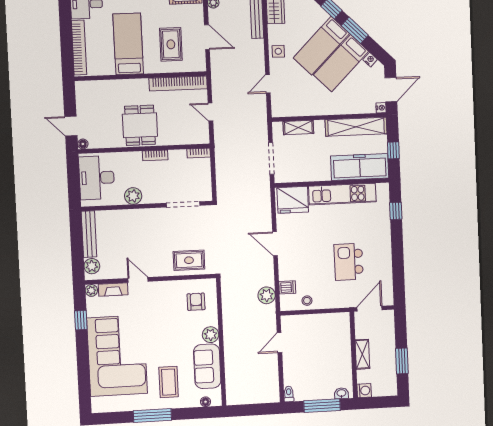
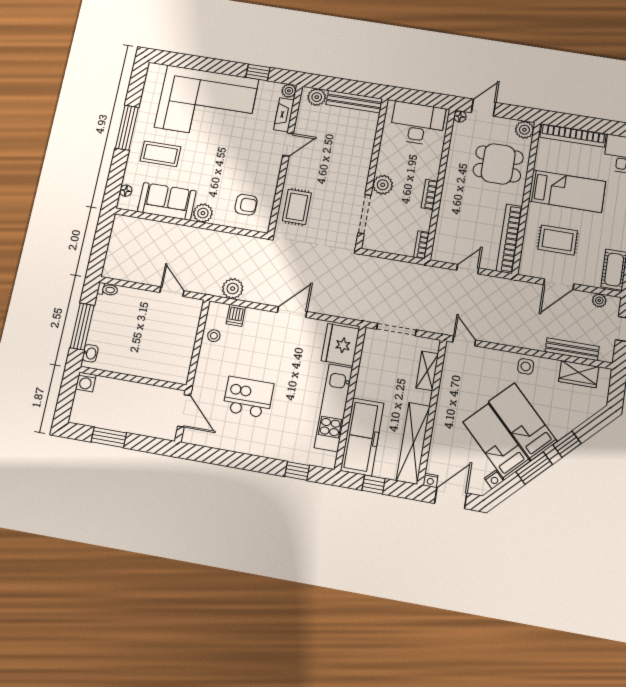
door: (268, 84) -> (464, 341), moved
plant: (83, 88) -> (524, 130), added
door: (391, 90) -> (451, 498), swing flipped
dining table: (140, 125) -> (498, 164), moved
plant: (133, 196) -> (383, 185), moved
shelving: (362, 354) -> (131, 390), removed

